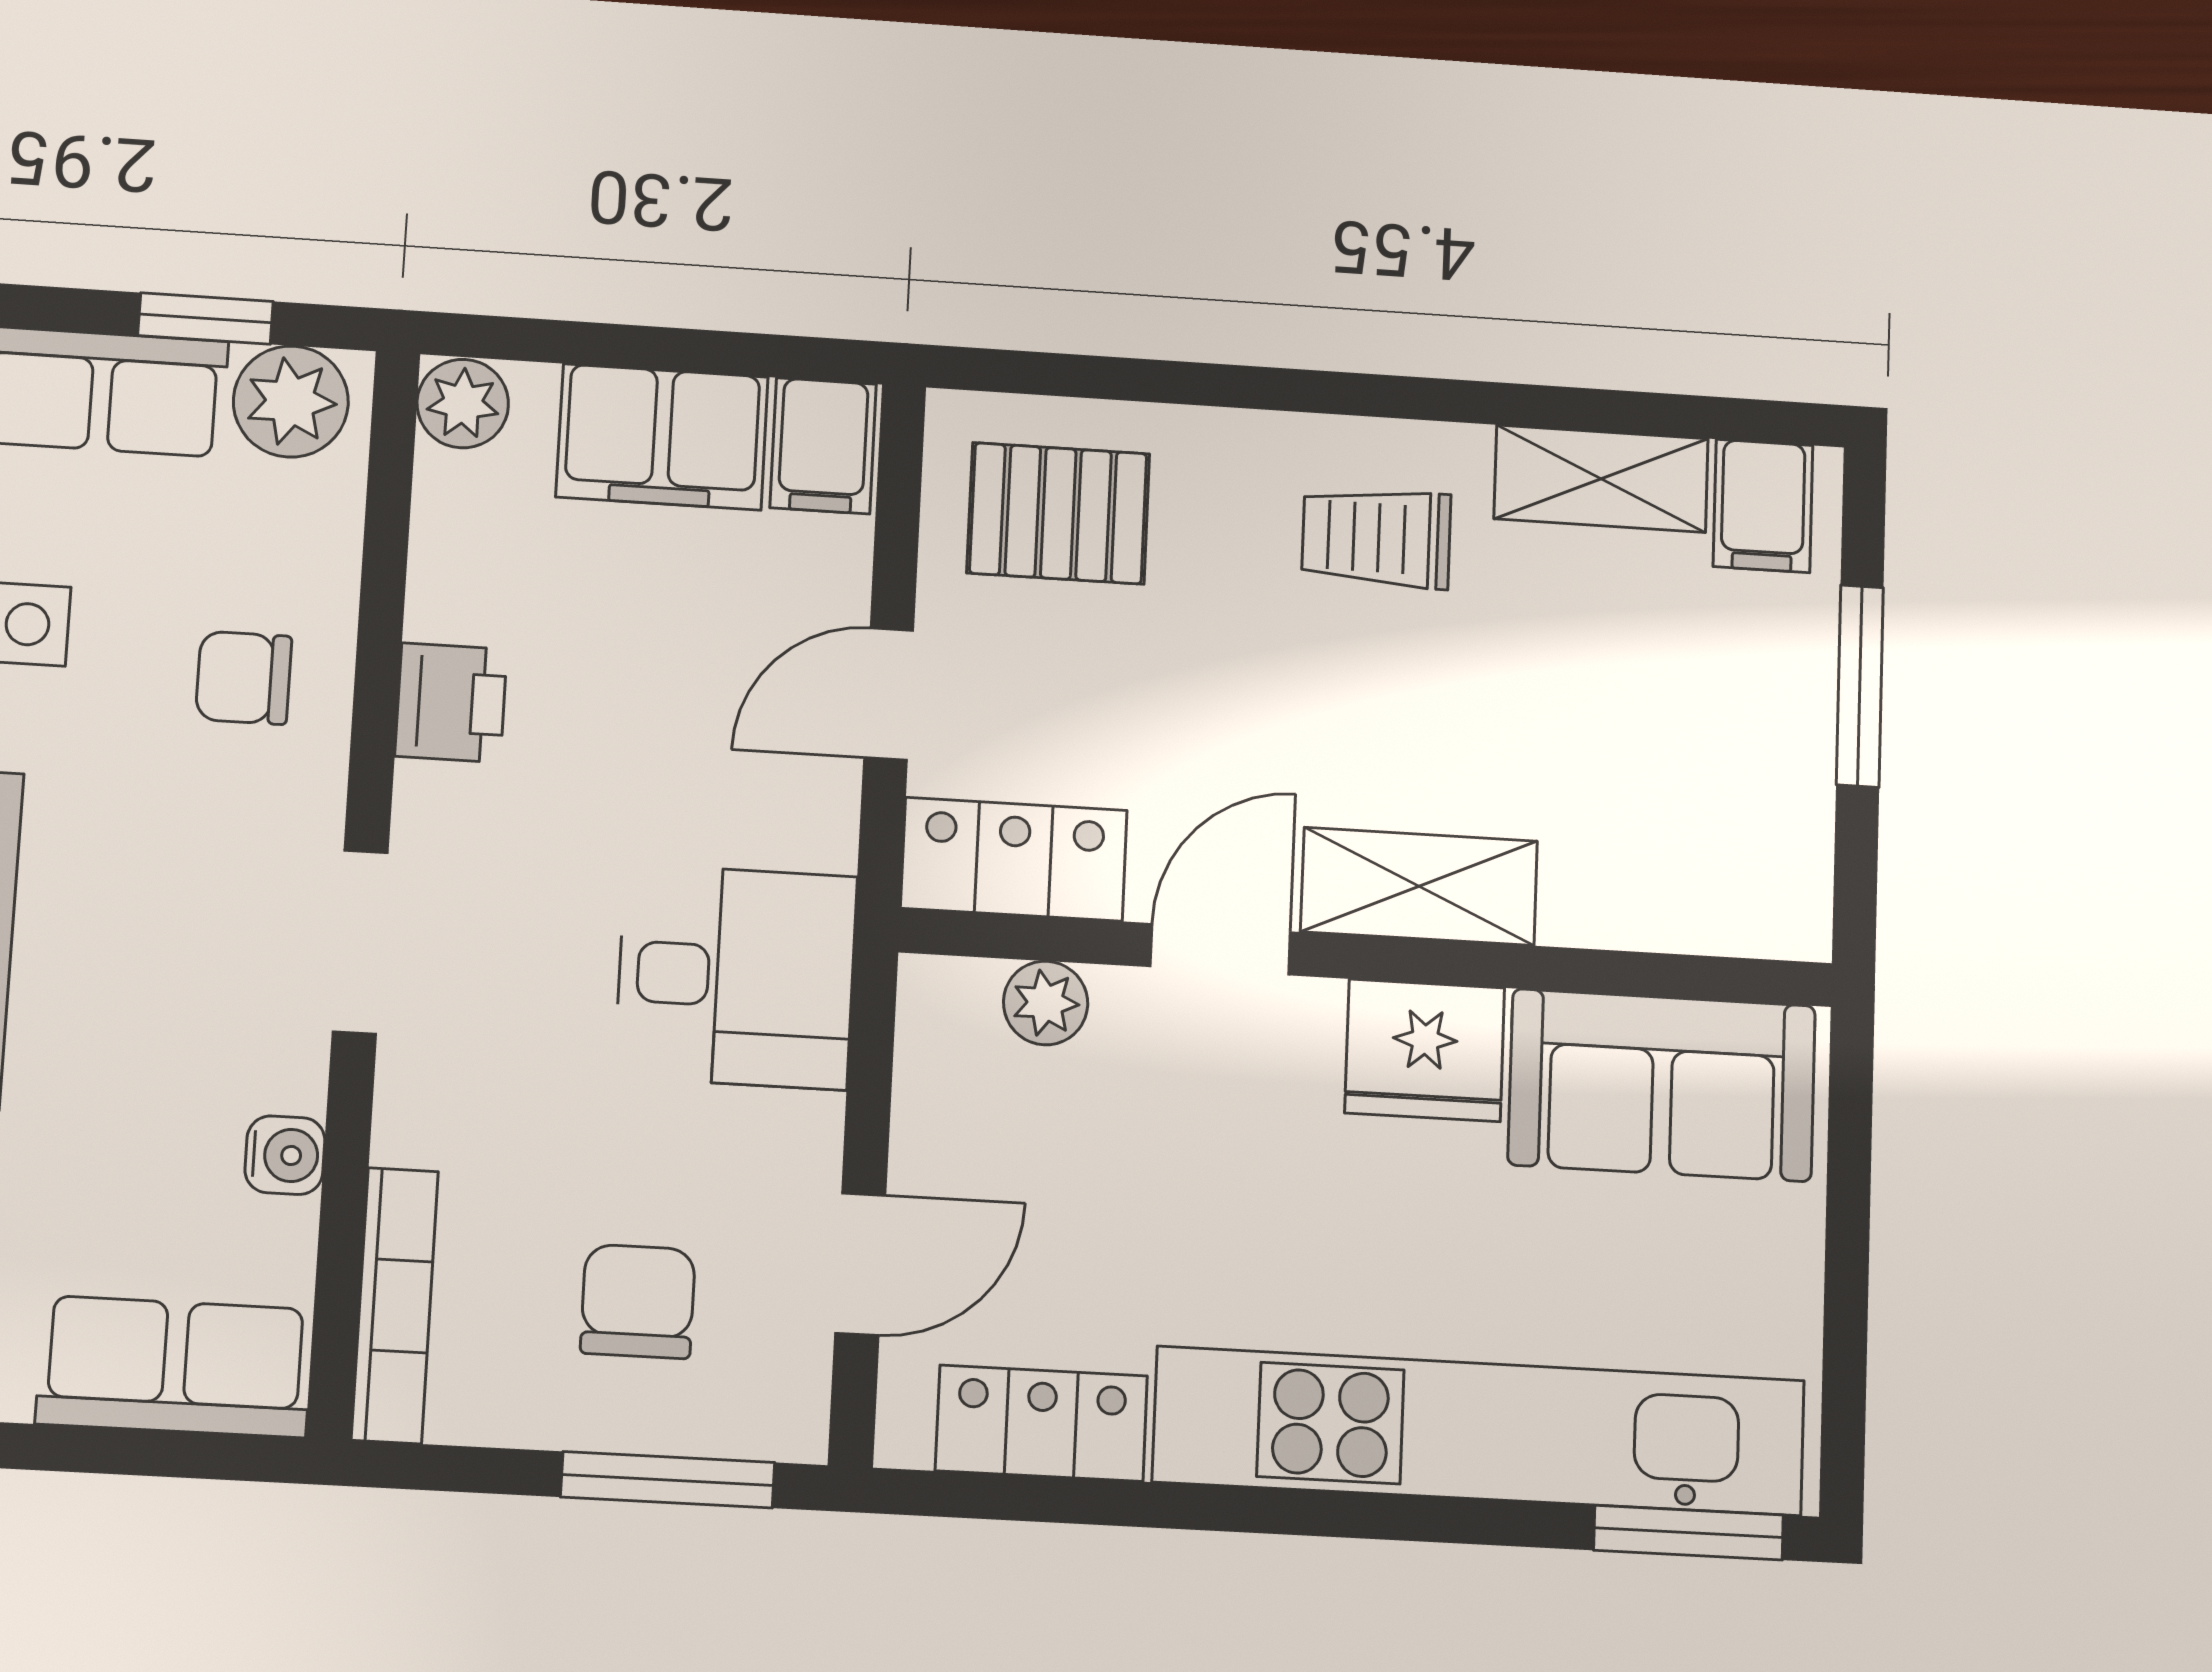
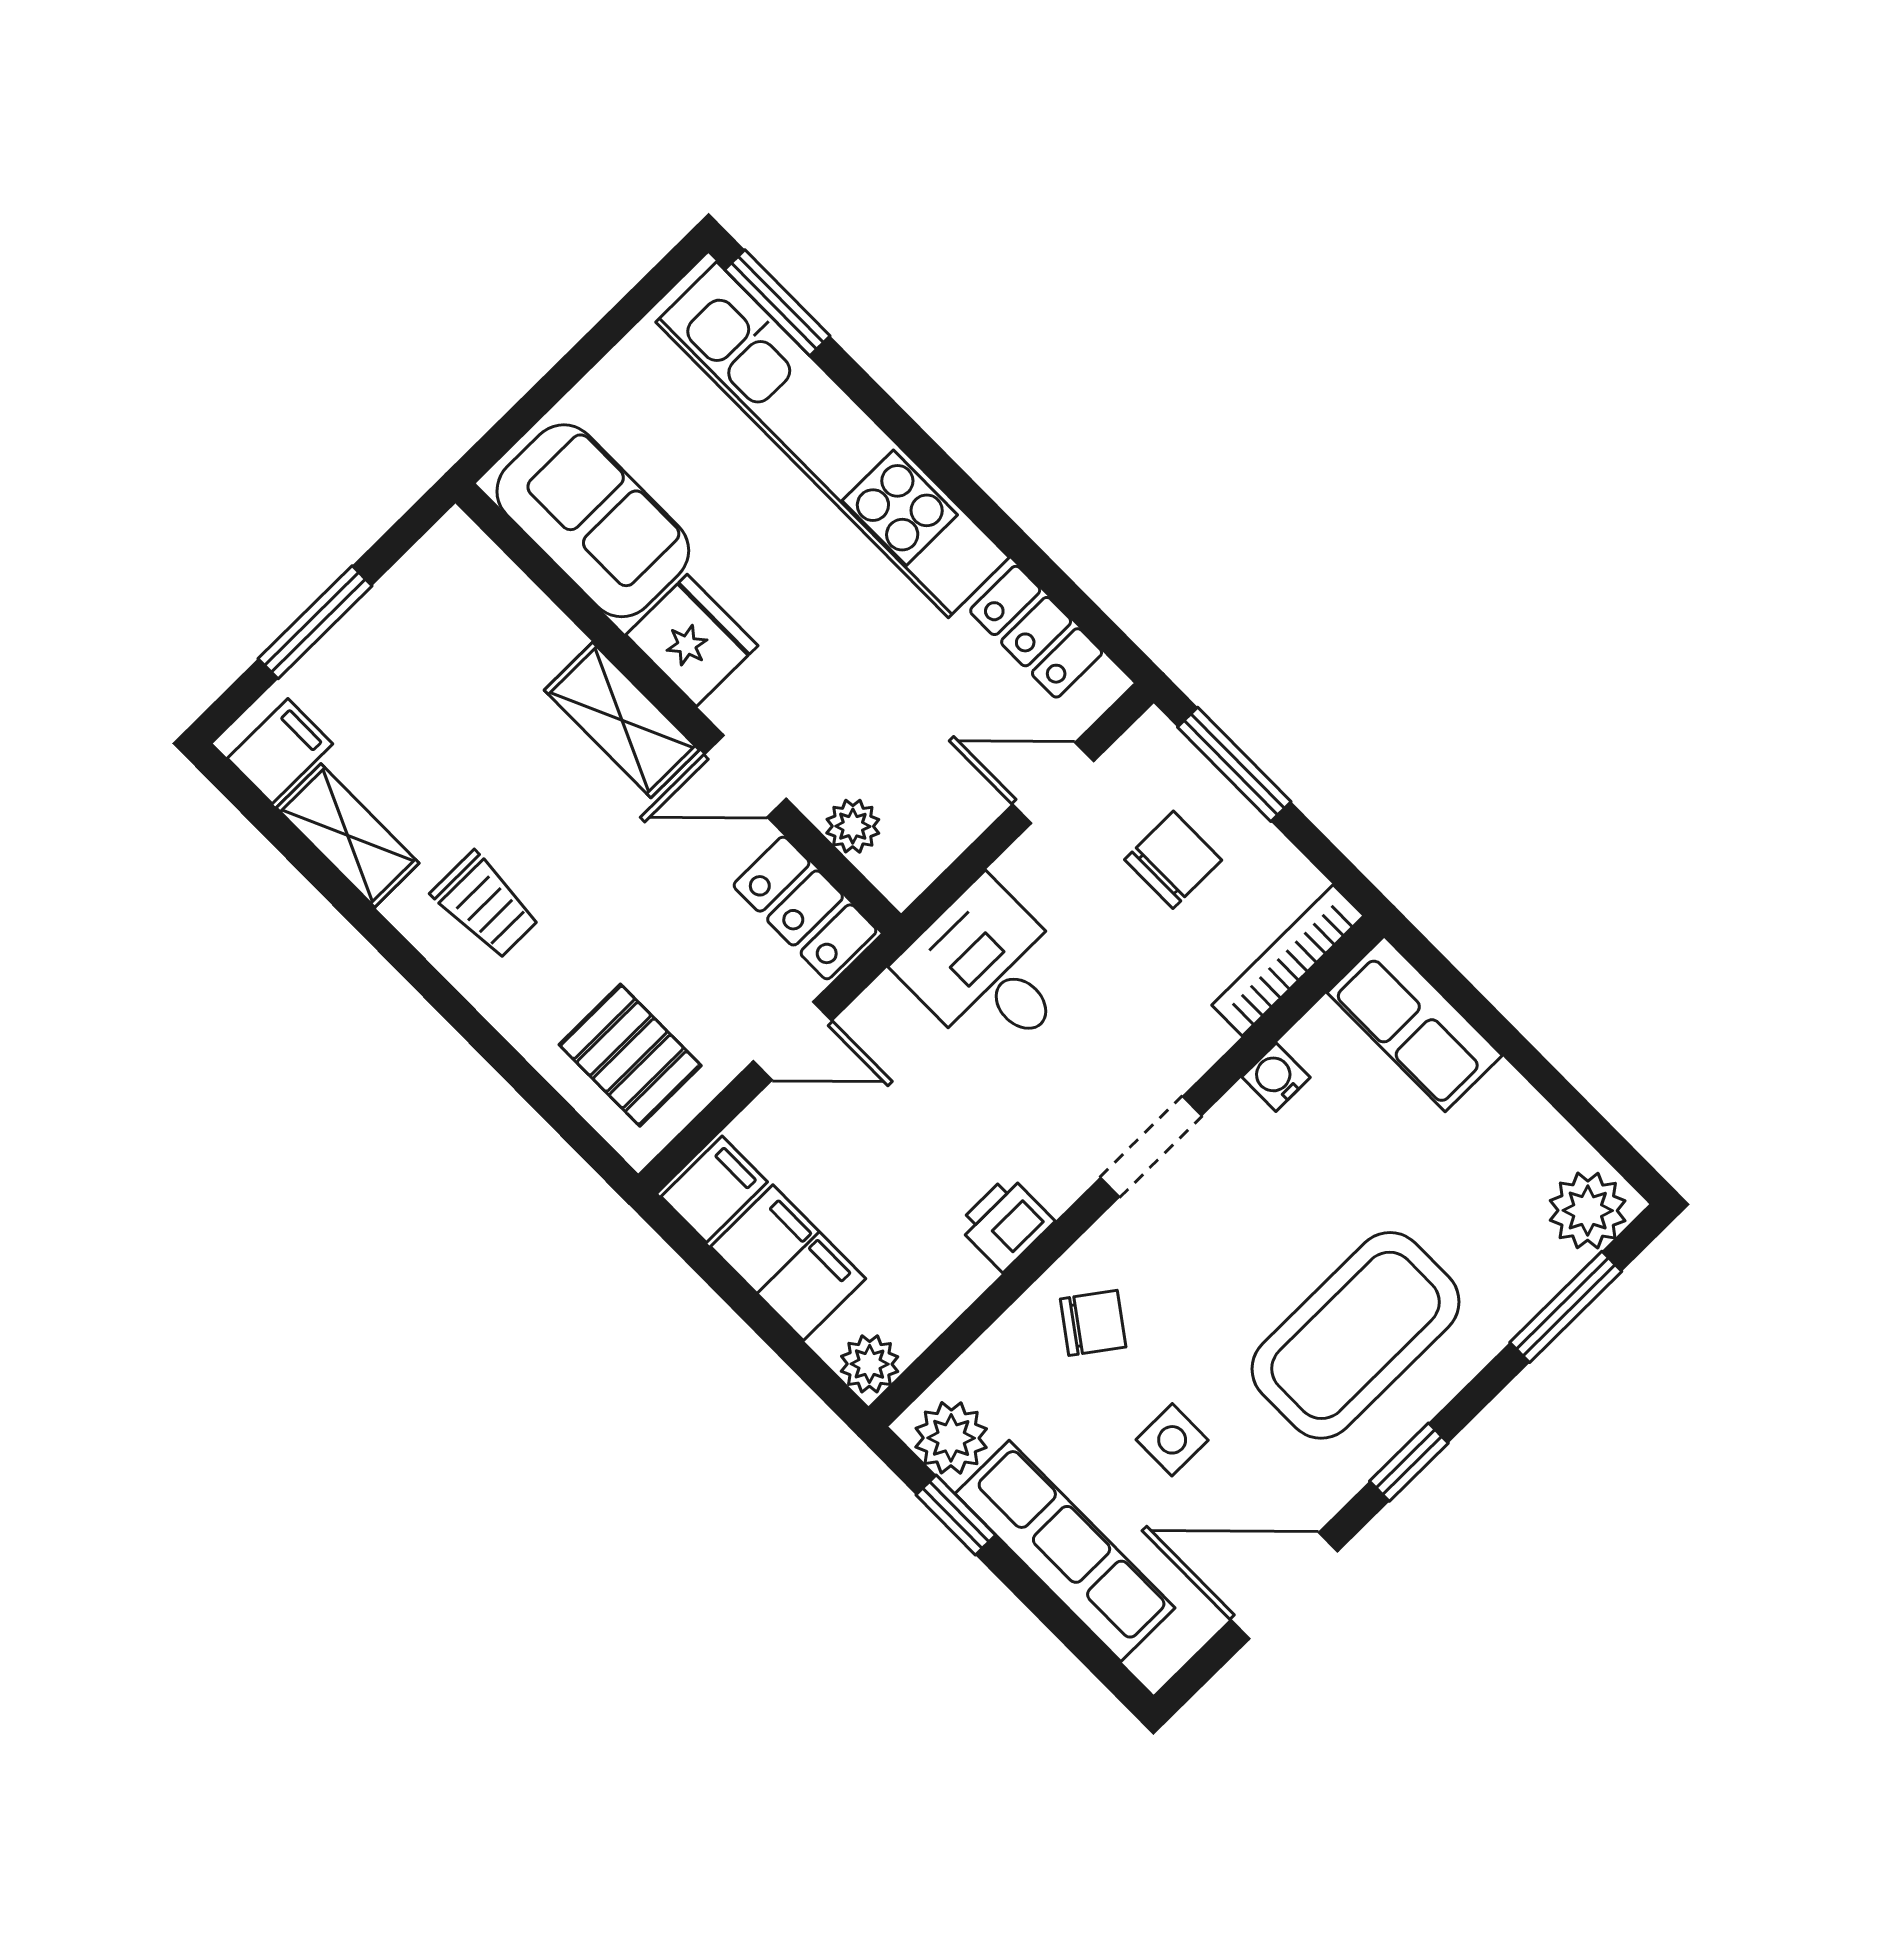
chair: (244, 678) -> (1093, 1323), turned -54
chair: (638, 1301) -> (1173, 860), turned 180

